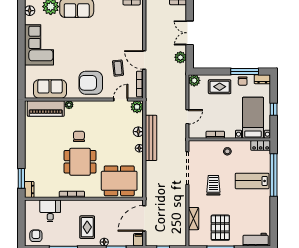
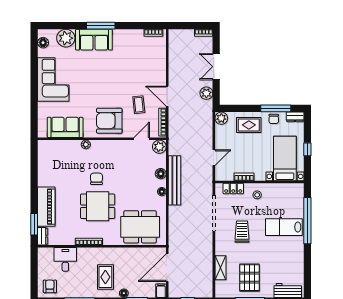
piano: (46, 109) -> (46, 207), moved, turned -90
locker: (261, 145) -> (233, 189), moved

